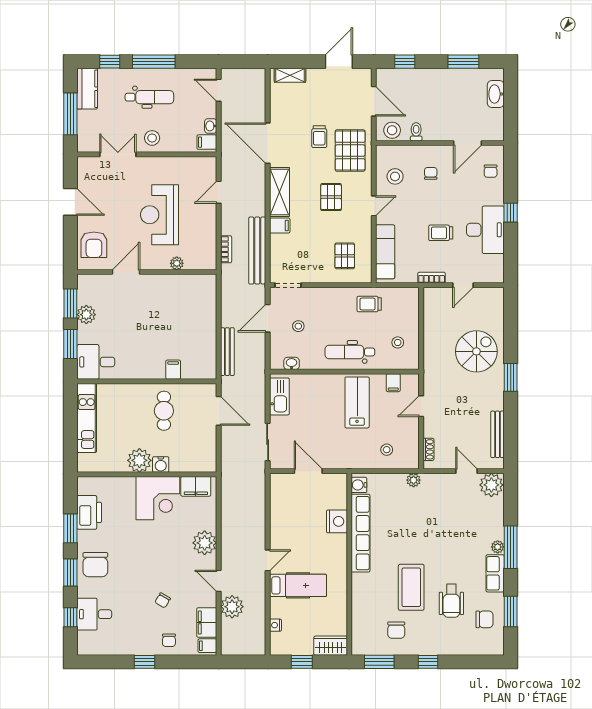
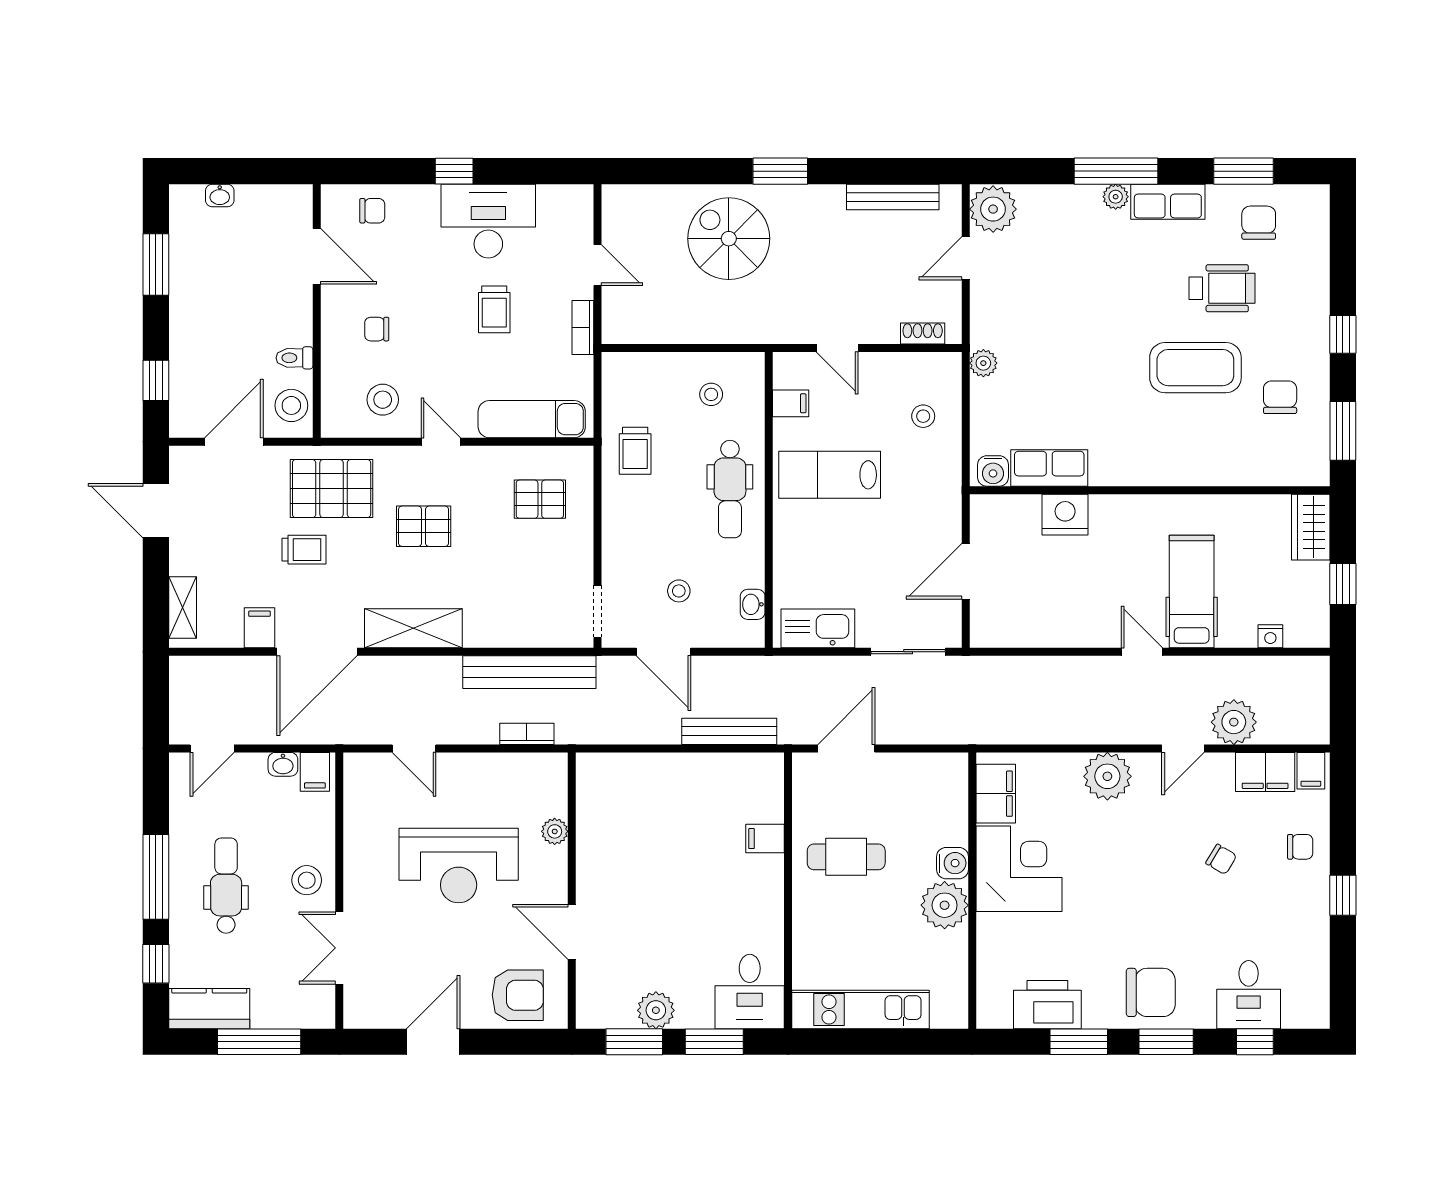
washbasin: (496, 94) -> (220, 196), width x0.52, depth x0.69
filing cabinet: (280, 226) -> (259, 628), moved
row of seats: (360, 533) -> (1049, 468), width x0.50
chair: (396, 630) -> (1280, 397), turned -90

